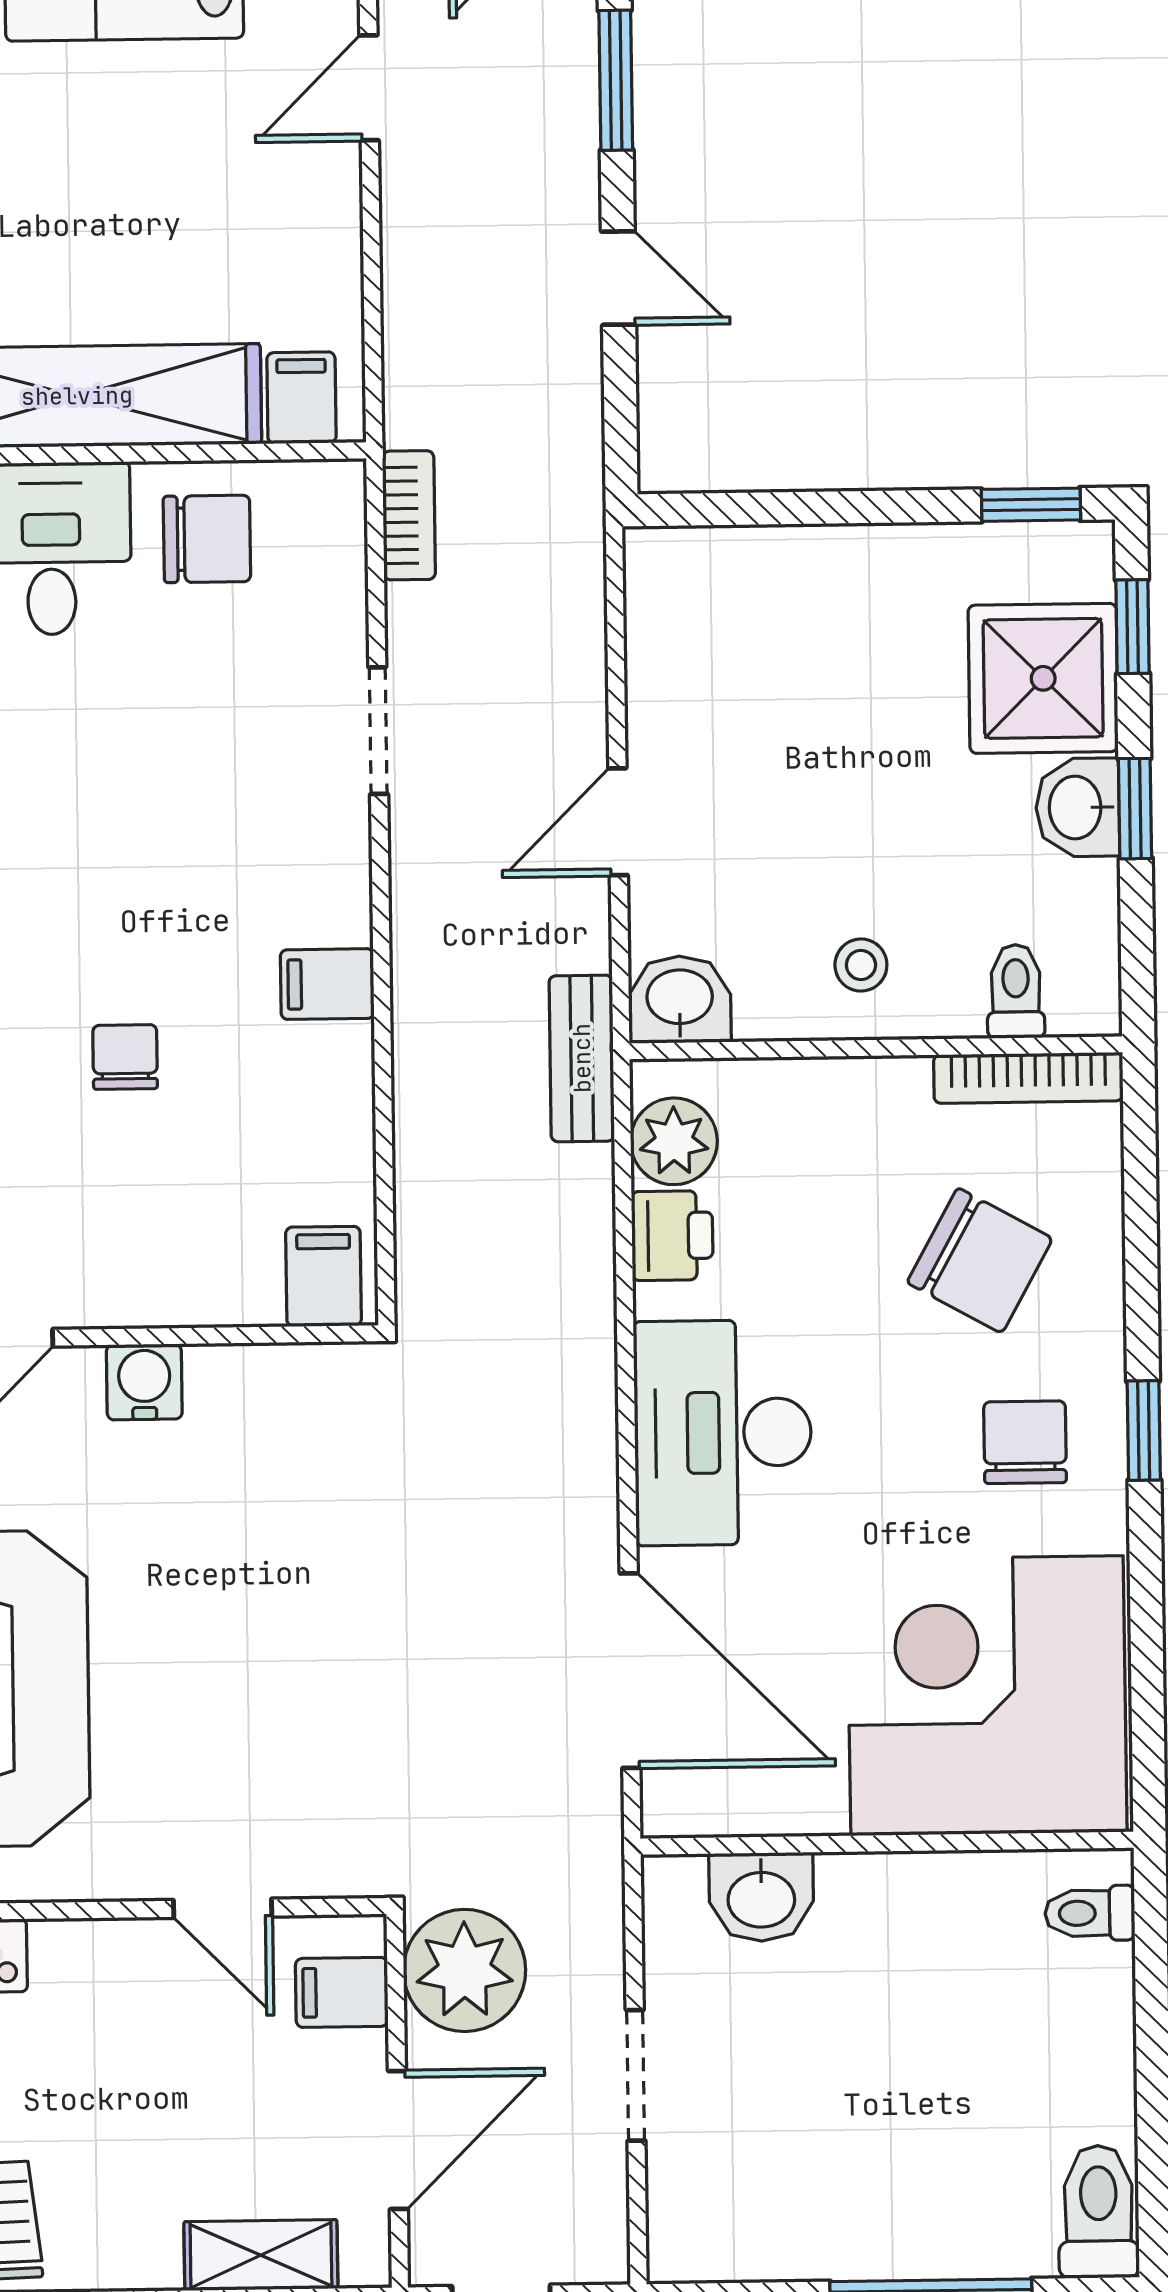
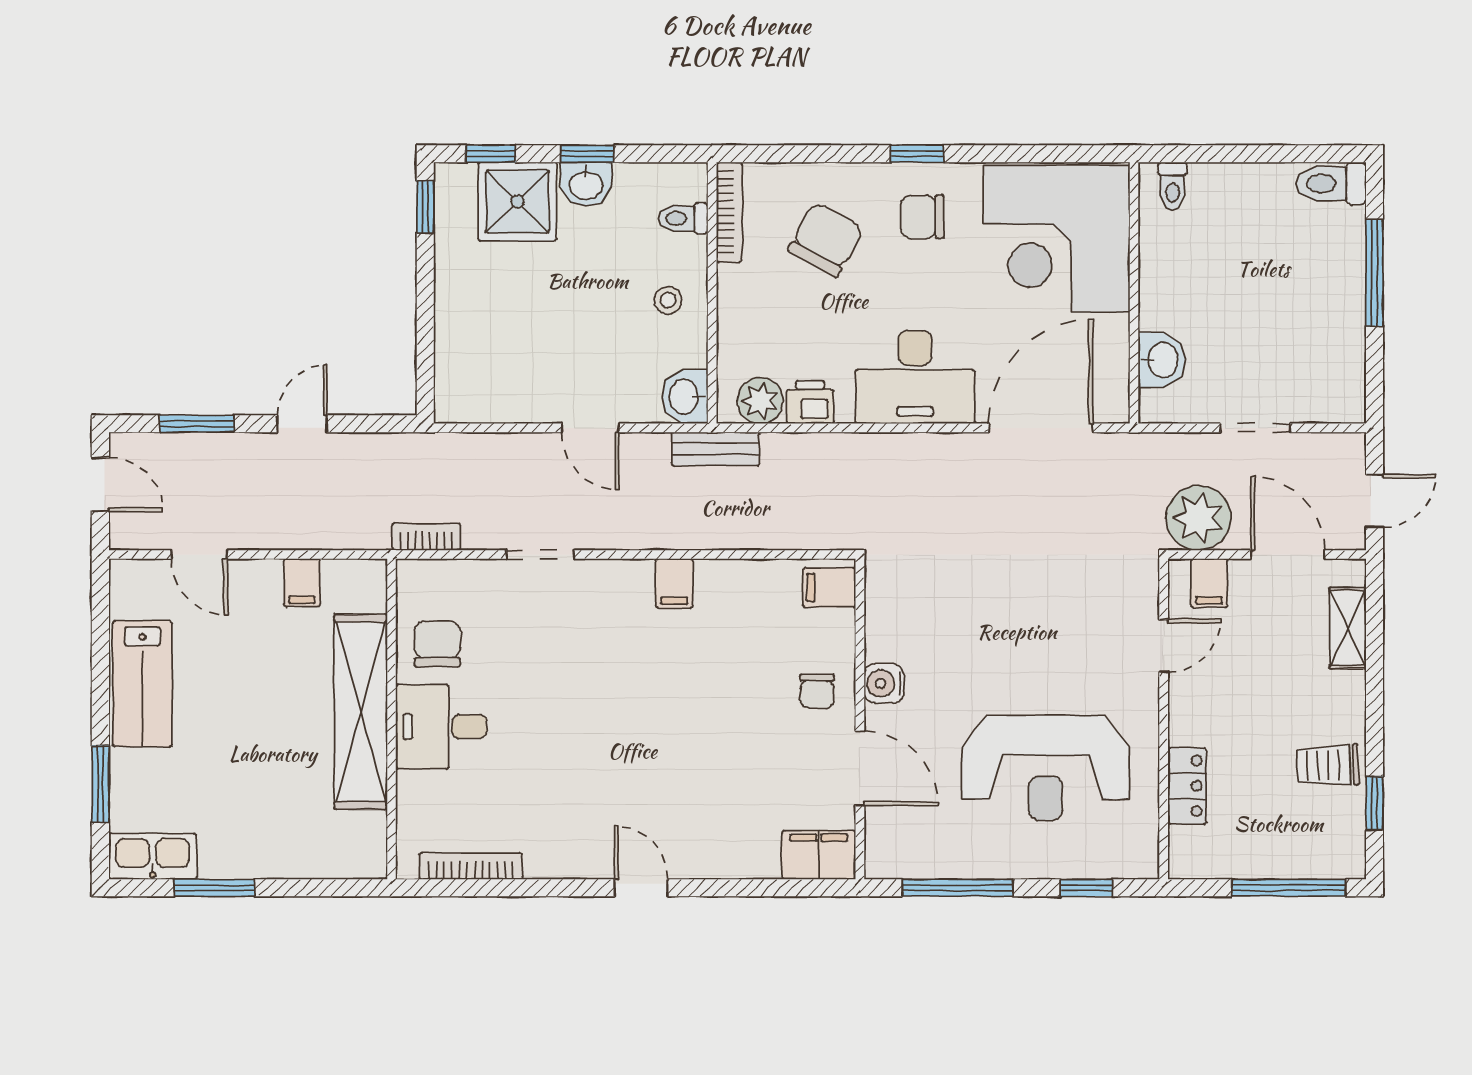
filing cabinet: (301, 398) -> (302, 583), moved, turned -90
chair: (125, 1057) -> (817, 691), moved, turned -90

